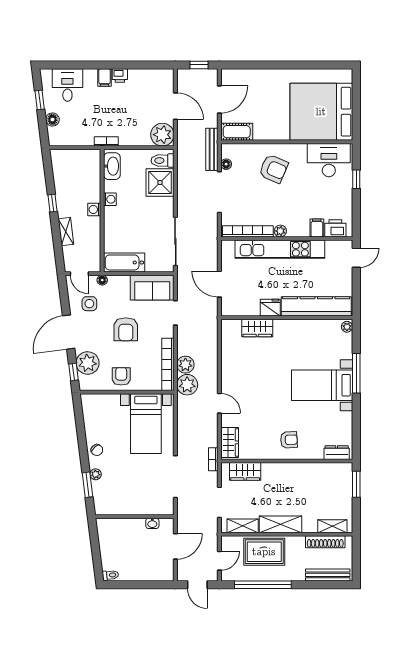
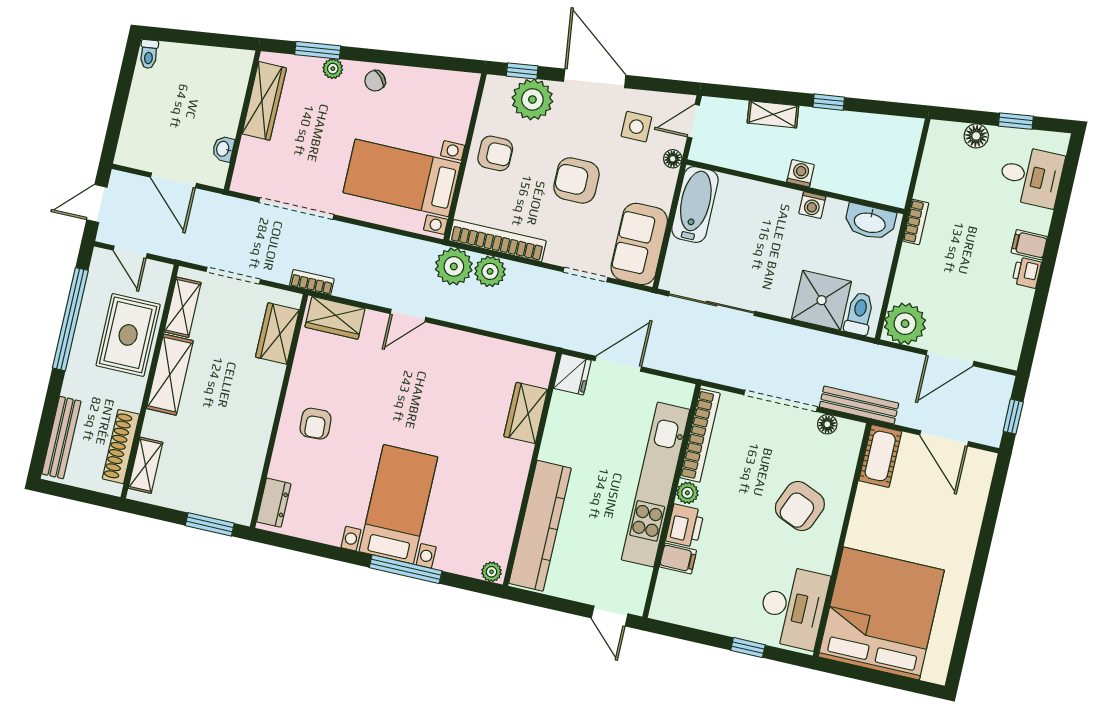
printer: (335, 228) -> (685, 526), moved
fridge: (270, 308) -> (572, 374), moved
wardrobe: (121, 507) -> (264, 101), added

